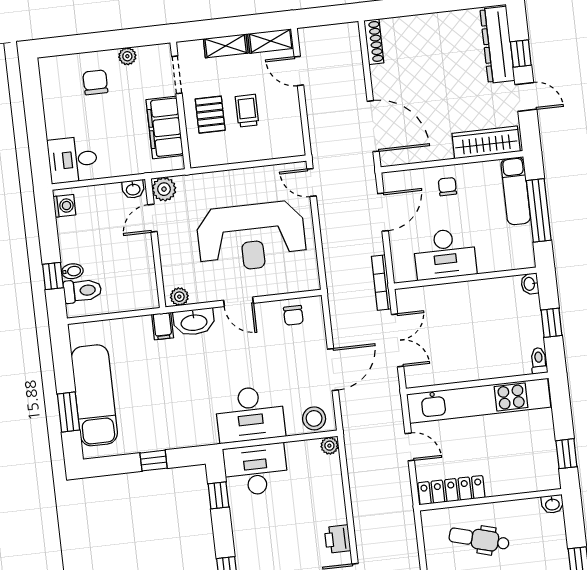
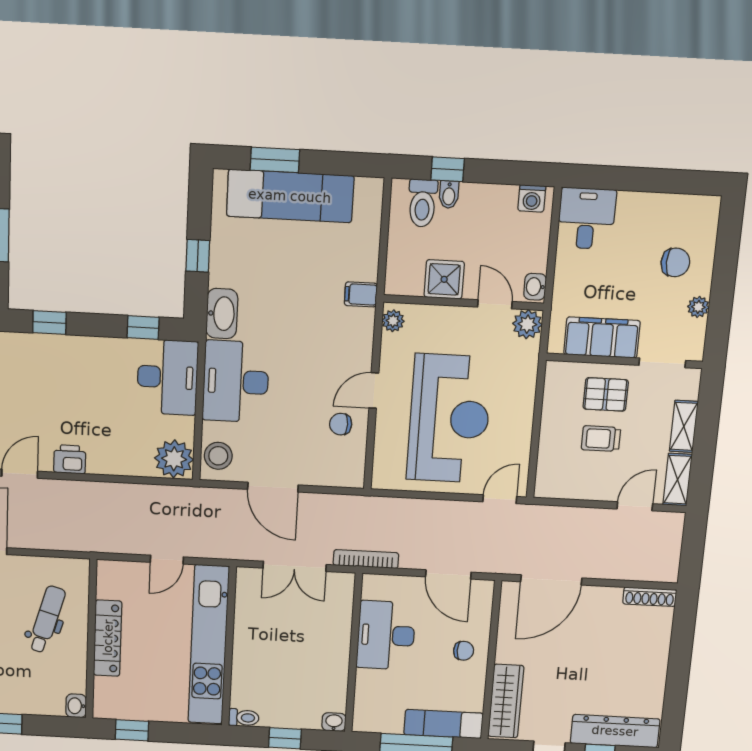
trolley: (247, 111) -> (601, 439), turned 180
reception desk: (251, 237) -> (449, 419), turned 180
shower: (139, 262) -> (444, 279), added
chair: (293, 315) -> (341, 424), moved
washbasin: (194, 322) -> (222, 314), moved, turned 180
plant: (329, 446) -> (174, 459), width x1.88, depth x1.88
locker: (451, 490) -> (108, 638), moved

